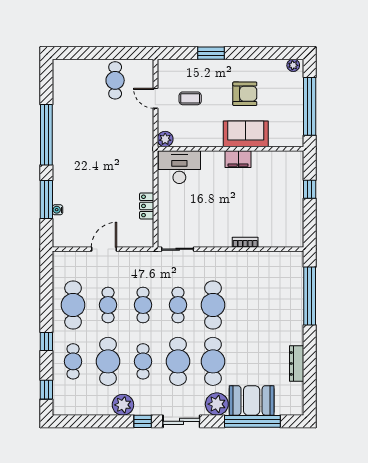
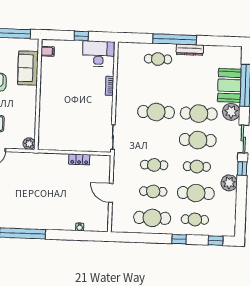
sofa: (246, 134) -> (28, 68), moved
filing cabinet: (238, 159) -> (48, 51), moved, width x0.50
desk: (179, 167) -> (99, 54), moved, turned 90
window: (310, 189) -> (81, 36), moved
window: (46, 199) -> (72, 235), removed
window: (310, 296) -> (175, 39), moved
cafe table: (178, 305) -> (158, 59), moved
dresser: (297, 363) -> (190, 50), moved

